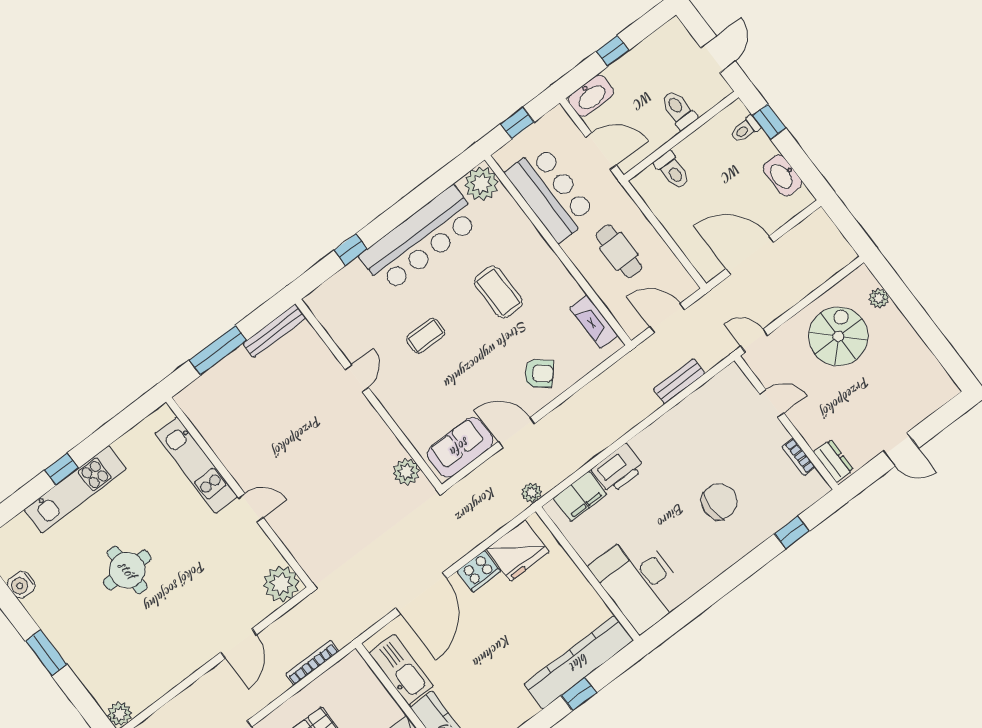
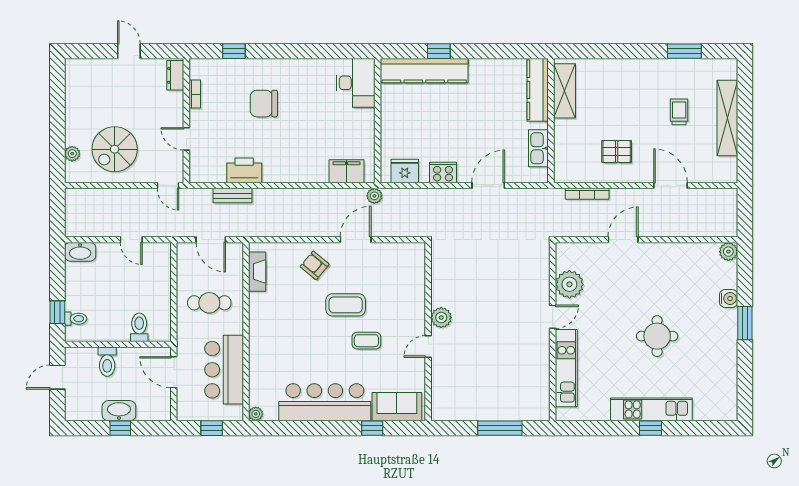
washbasin: (591, 96) -> (119, 411), moved
washbasin: (783, 175) -> (80, 252), moved, turned 90
plant: (481, 184) -> (256, 414), width x0.53, depth x0.53
cafe table: (619, 251) -> (209, 303), turned 90
door: (750, 255) -> (131, 240), width x0.53
coffee table: (498, 292) -> (346, 305), moved, turned 90
bench: (275, 331) -> (456, 414), removed
door: (517, 432) -> (356, 240), swing flipped
sofa: (460, 447) -> (397, 407), moved, turned 180
printer: (618, 469) -> (244, 170), moved
plant: (406, 472) -> (441, 318), moved
door: (251, 508) -> (553, 317), swing flipped
fridge: (518, 550) -> (405, 171), width x0.73, depth x0.75
desk: (639, 582) -> (356, 83), width x0.73, depth x0.77
plant: (281, 584) -> (569, 284), moved
water cooler: (21, 585) -> (729, 299), moved
door: (421, 593) -> (488, 185), width x0.73
kitchen sink: (401, 670) -> (538, 148), width x0.73, depth x0.81

